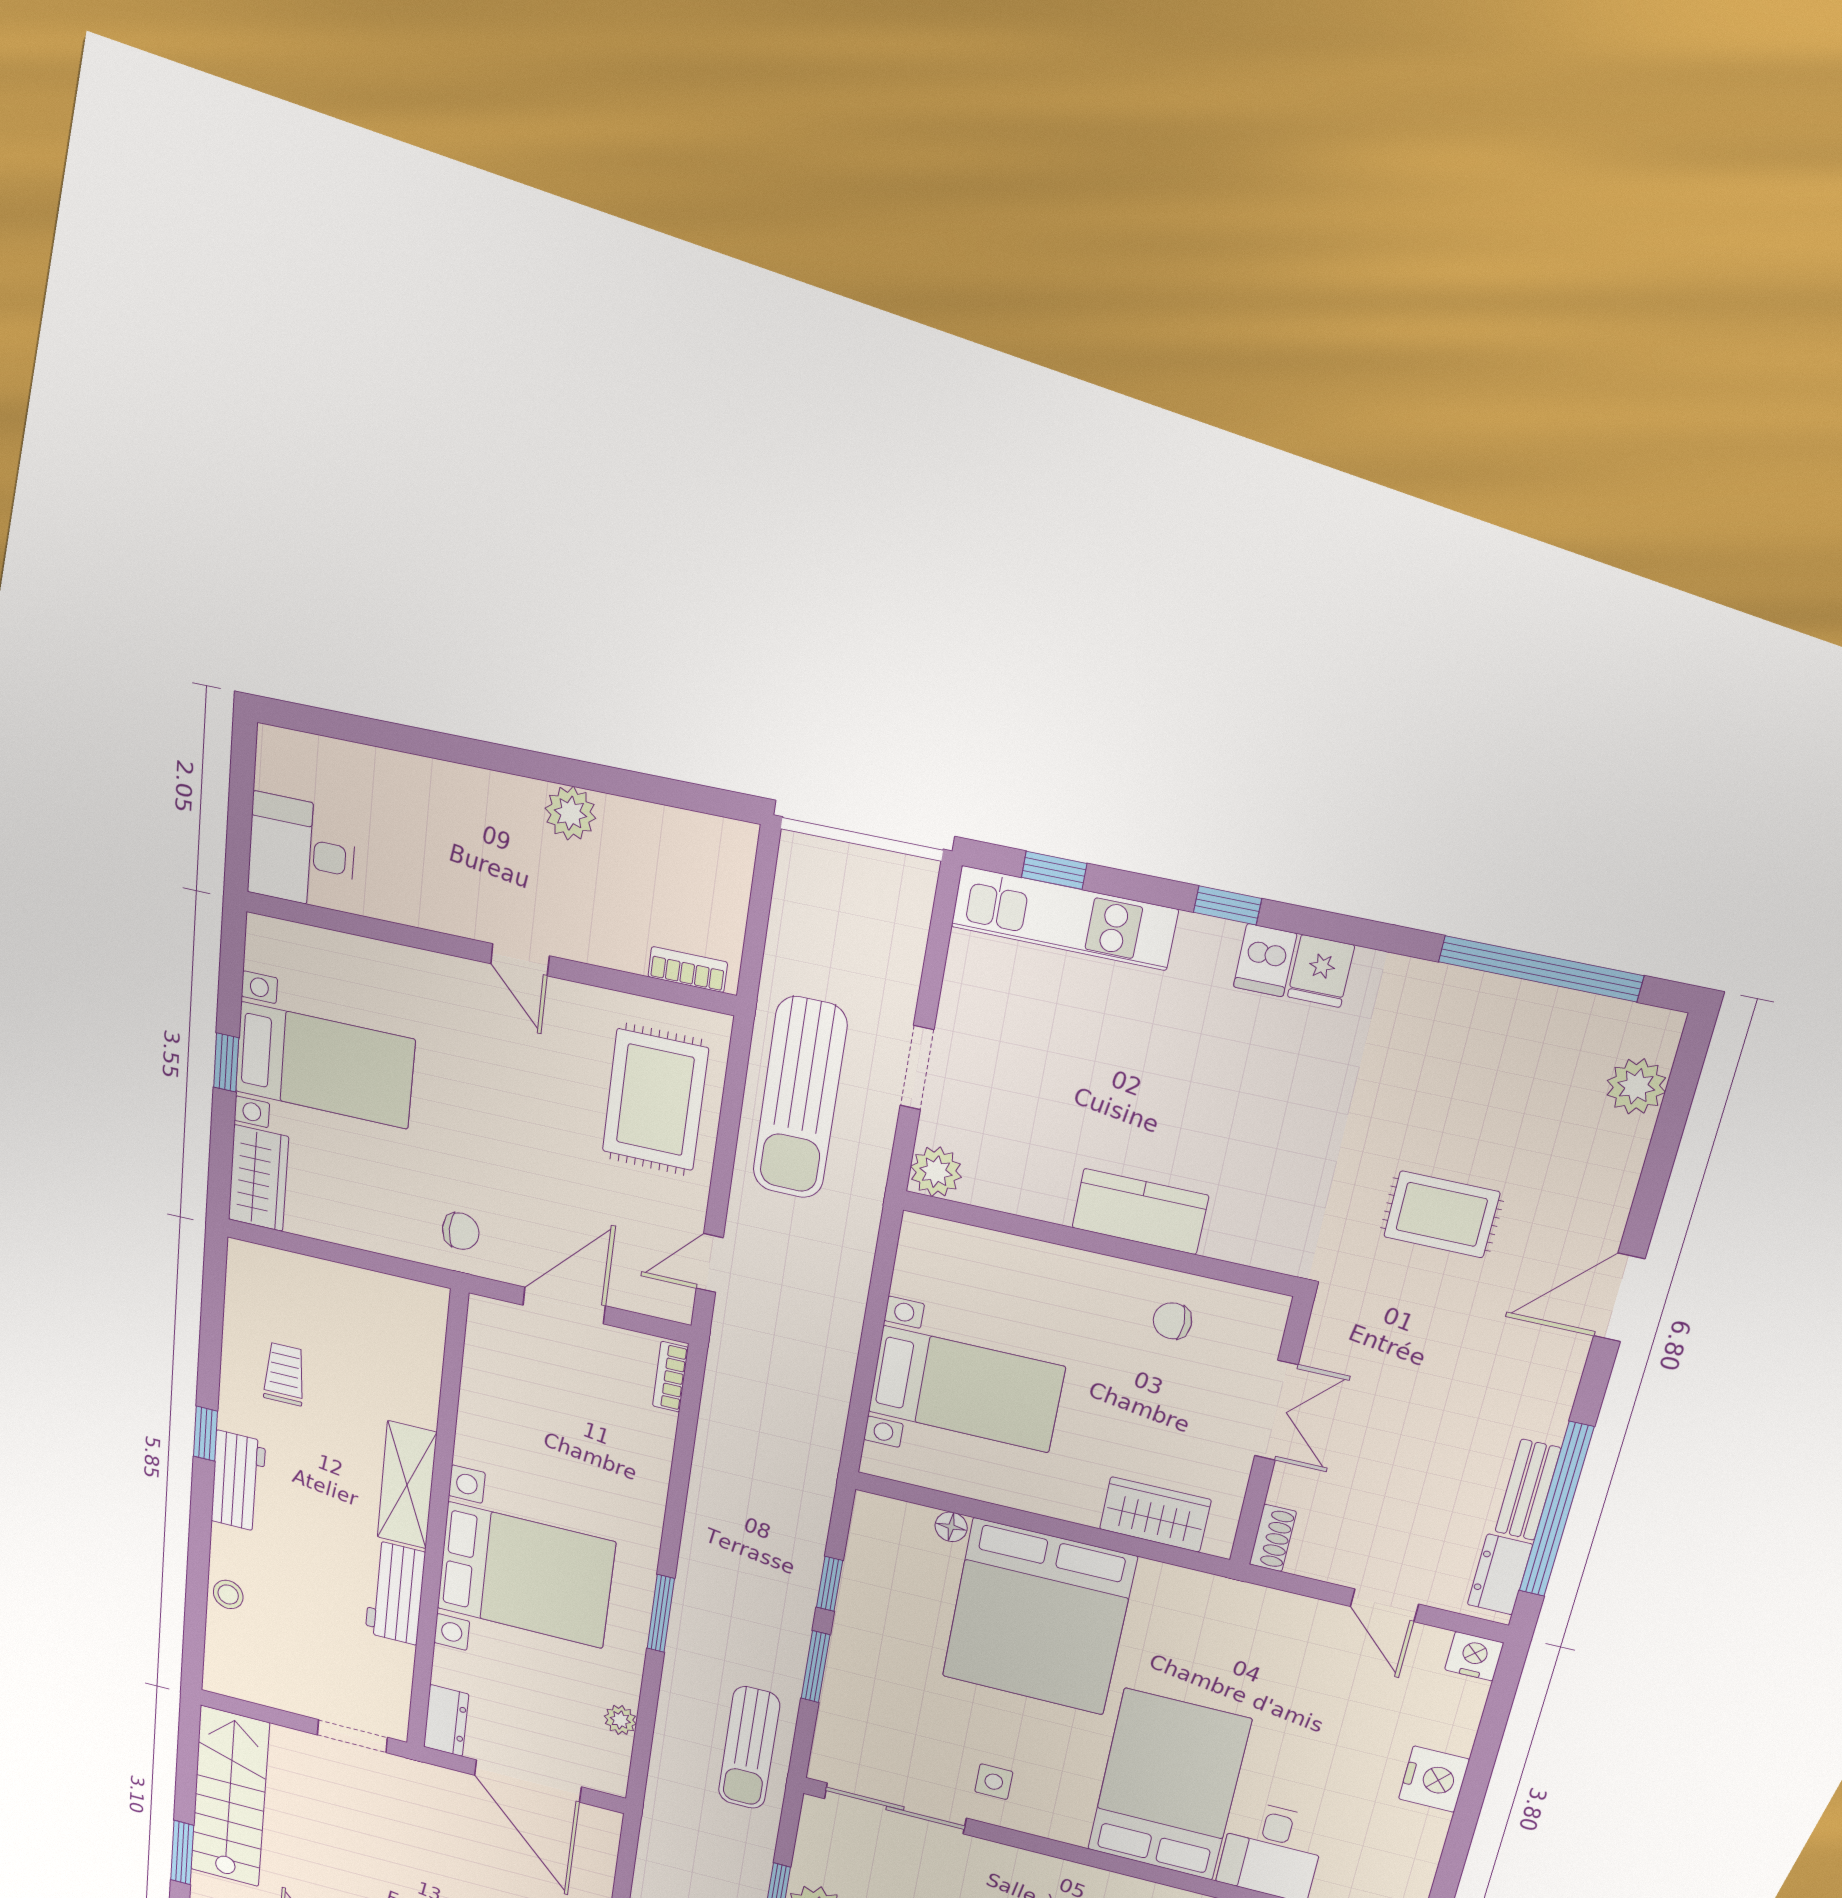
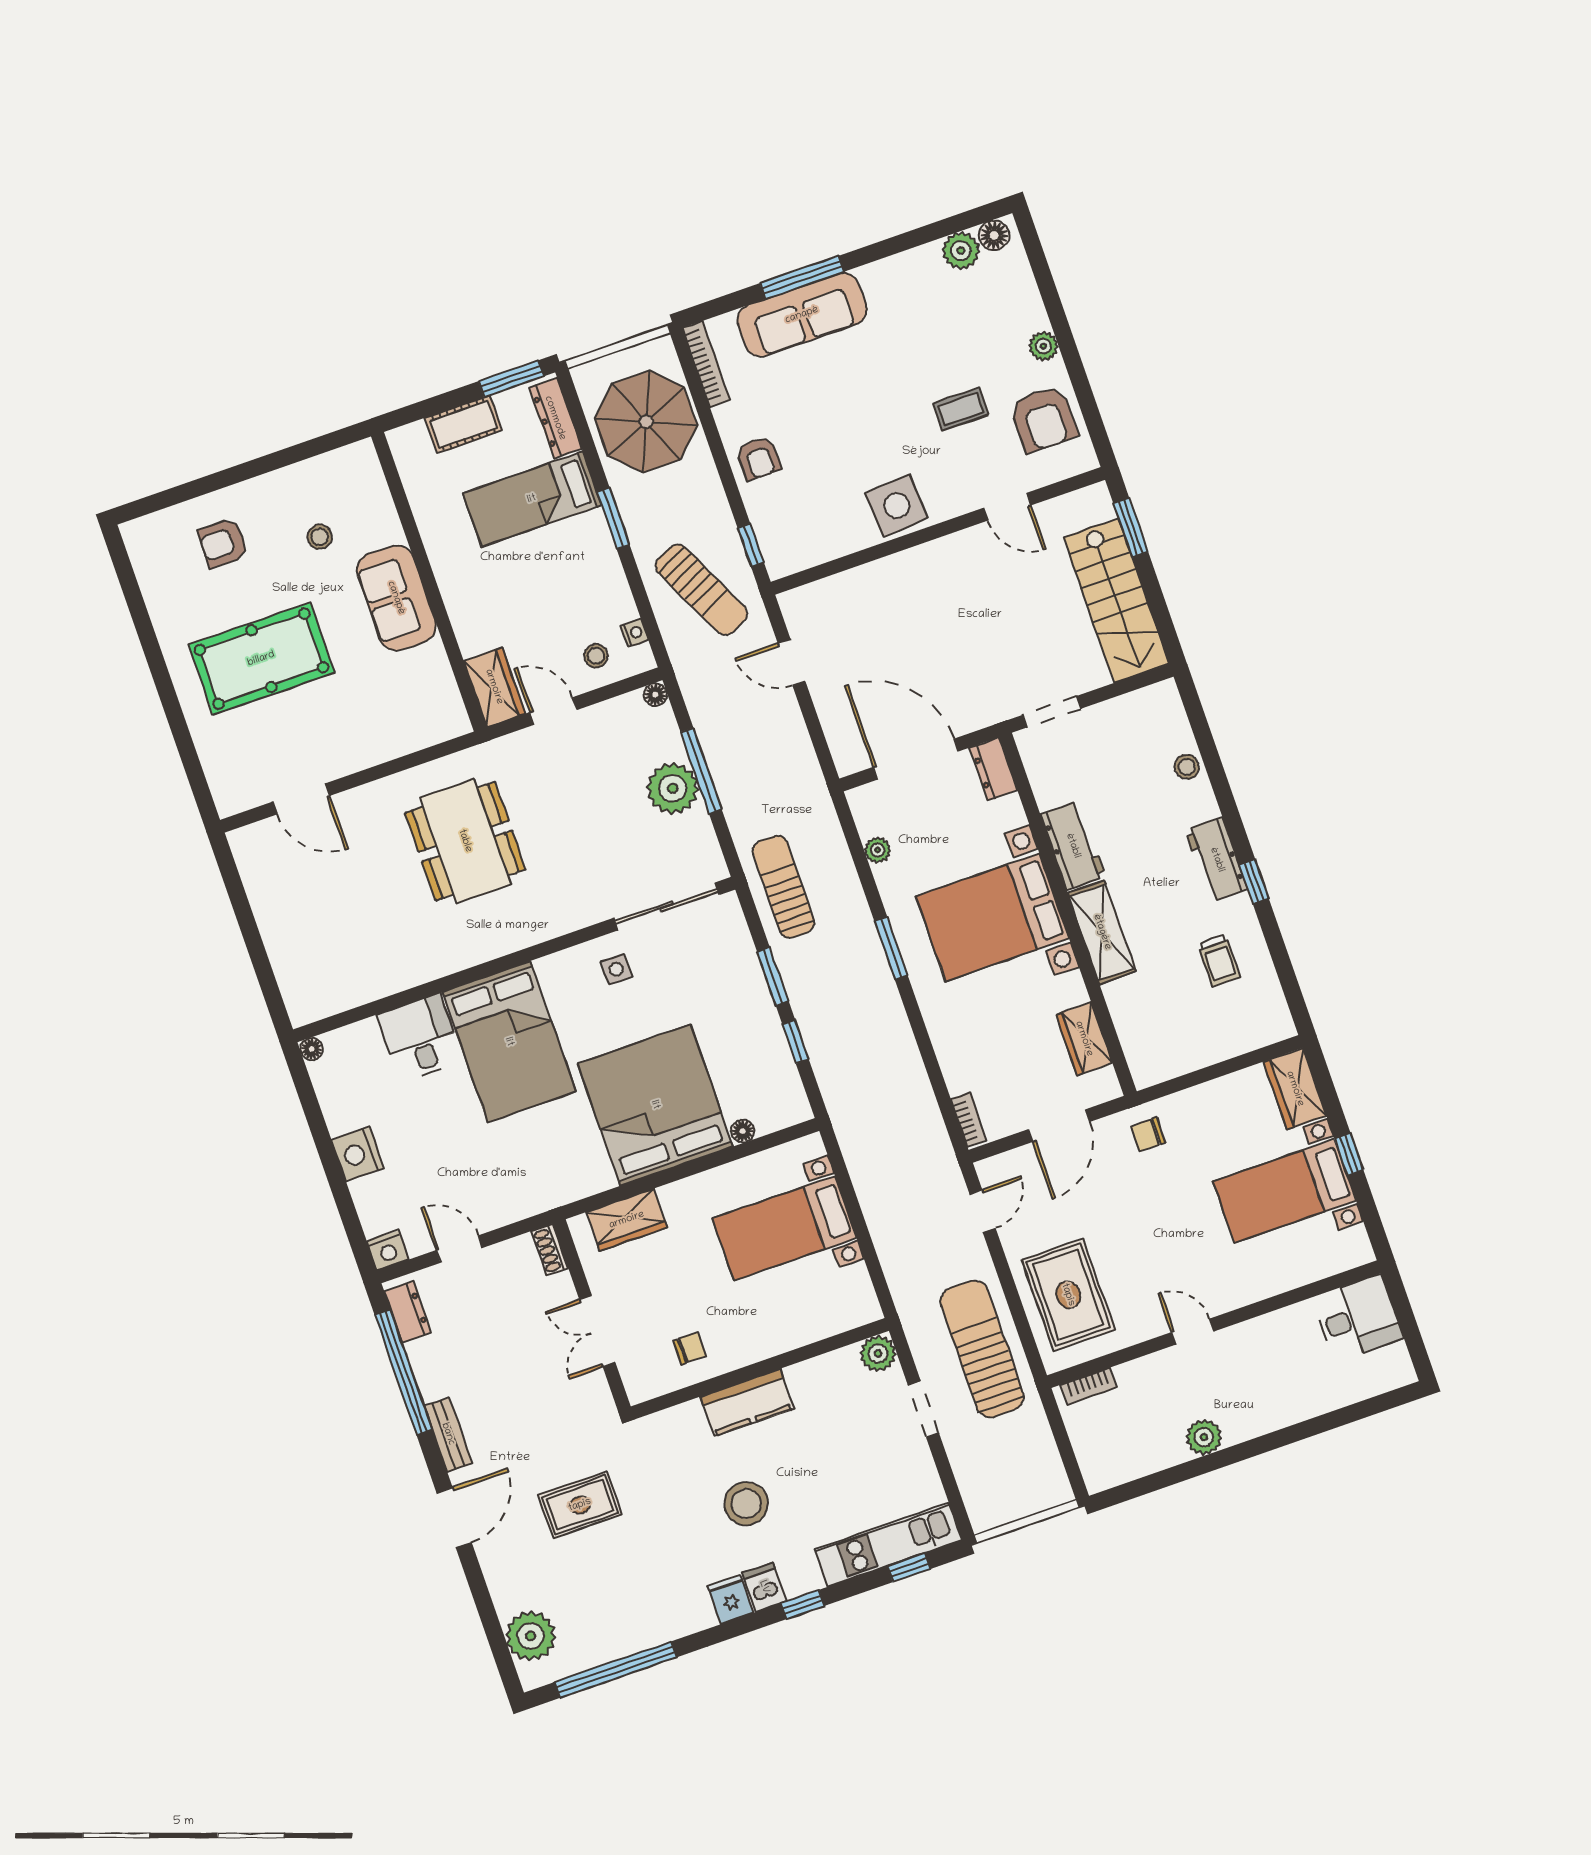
stool: (1221, 1085) -> (746, 1504), added
plant: (1636, 1086) -> (531, 1636), width x1.36, depth x1.36
wardrobe: (485, 1384) -> (1084, 1039), added
bench: (1528, 1490) -> (448, 1434), moved

